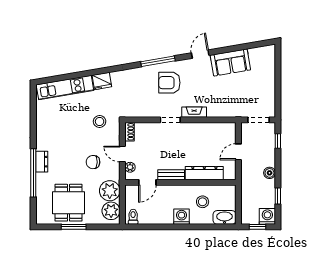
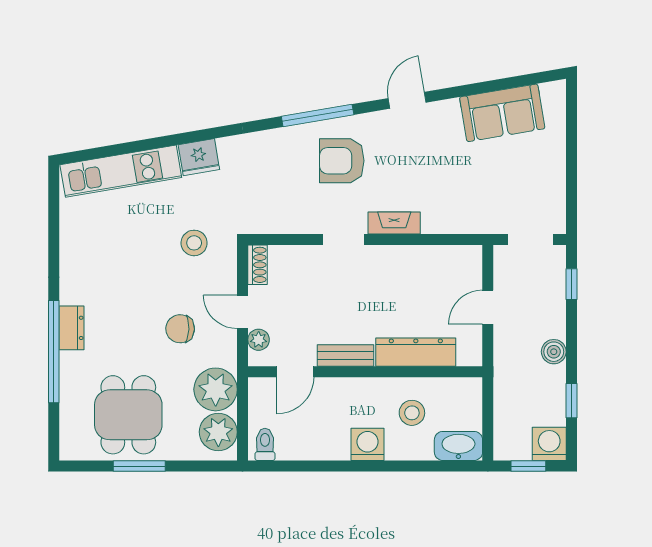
sofa: (230, 63) -> (502, 113), moved

